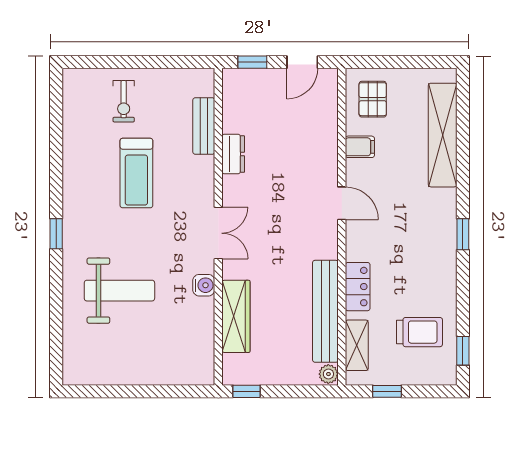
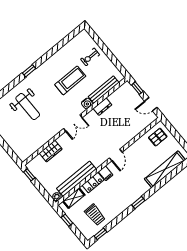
bench: (204, 126) -> (104, 90), width x1.36
filing cabinet: (360, 147) -> (106, 173), moved
treadmill: (136, 173) -> (70, 80), turned 180
water cooler: (204, 285) -> (87, 103), moved
wardrobe: (236, 316) -> (51, 151), width x0.67

